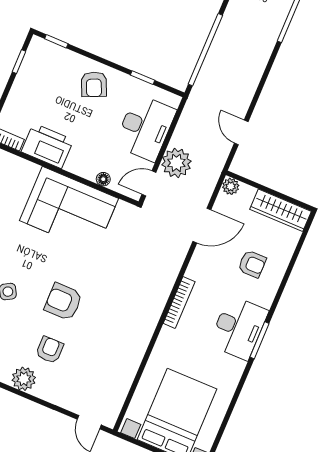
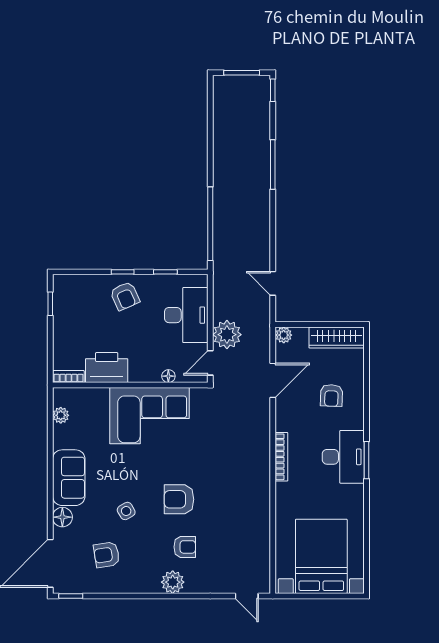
window: (56, 41) -> (123, 272), moved
armchair: (252, 264) -> (331, 396), turned 92
armchair: (50, 350) -> (185, 547), turned 90

